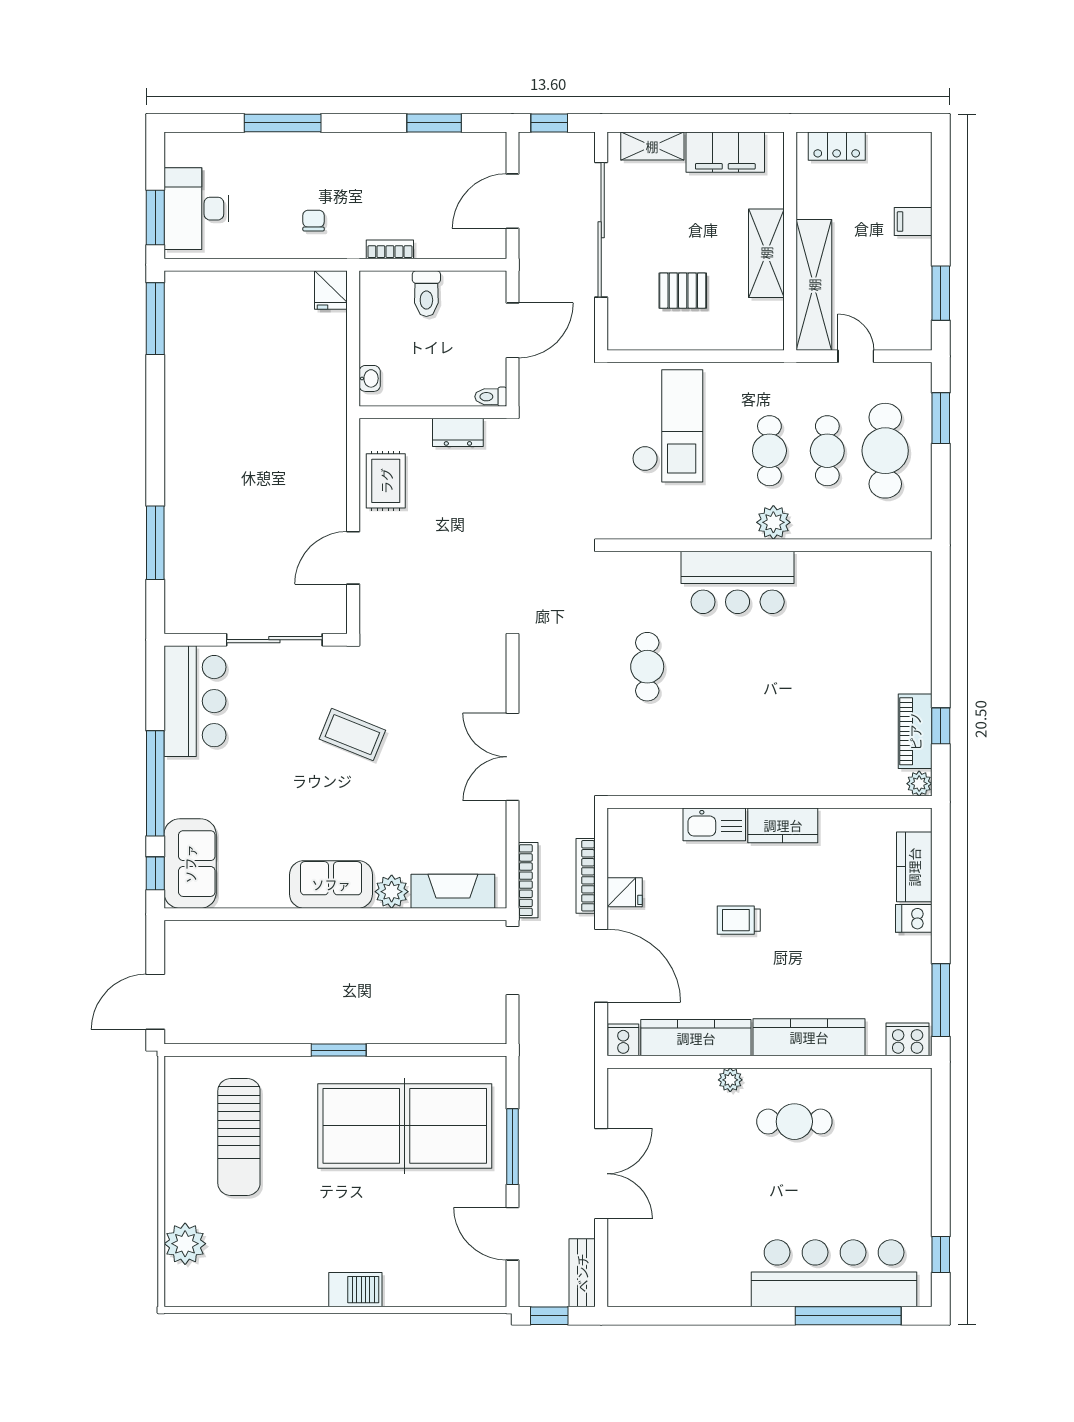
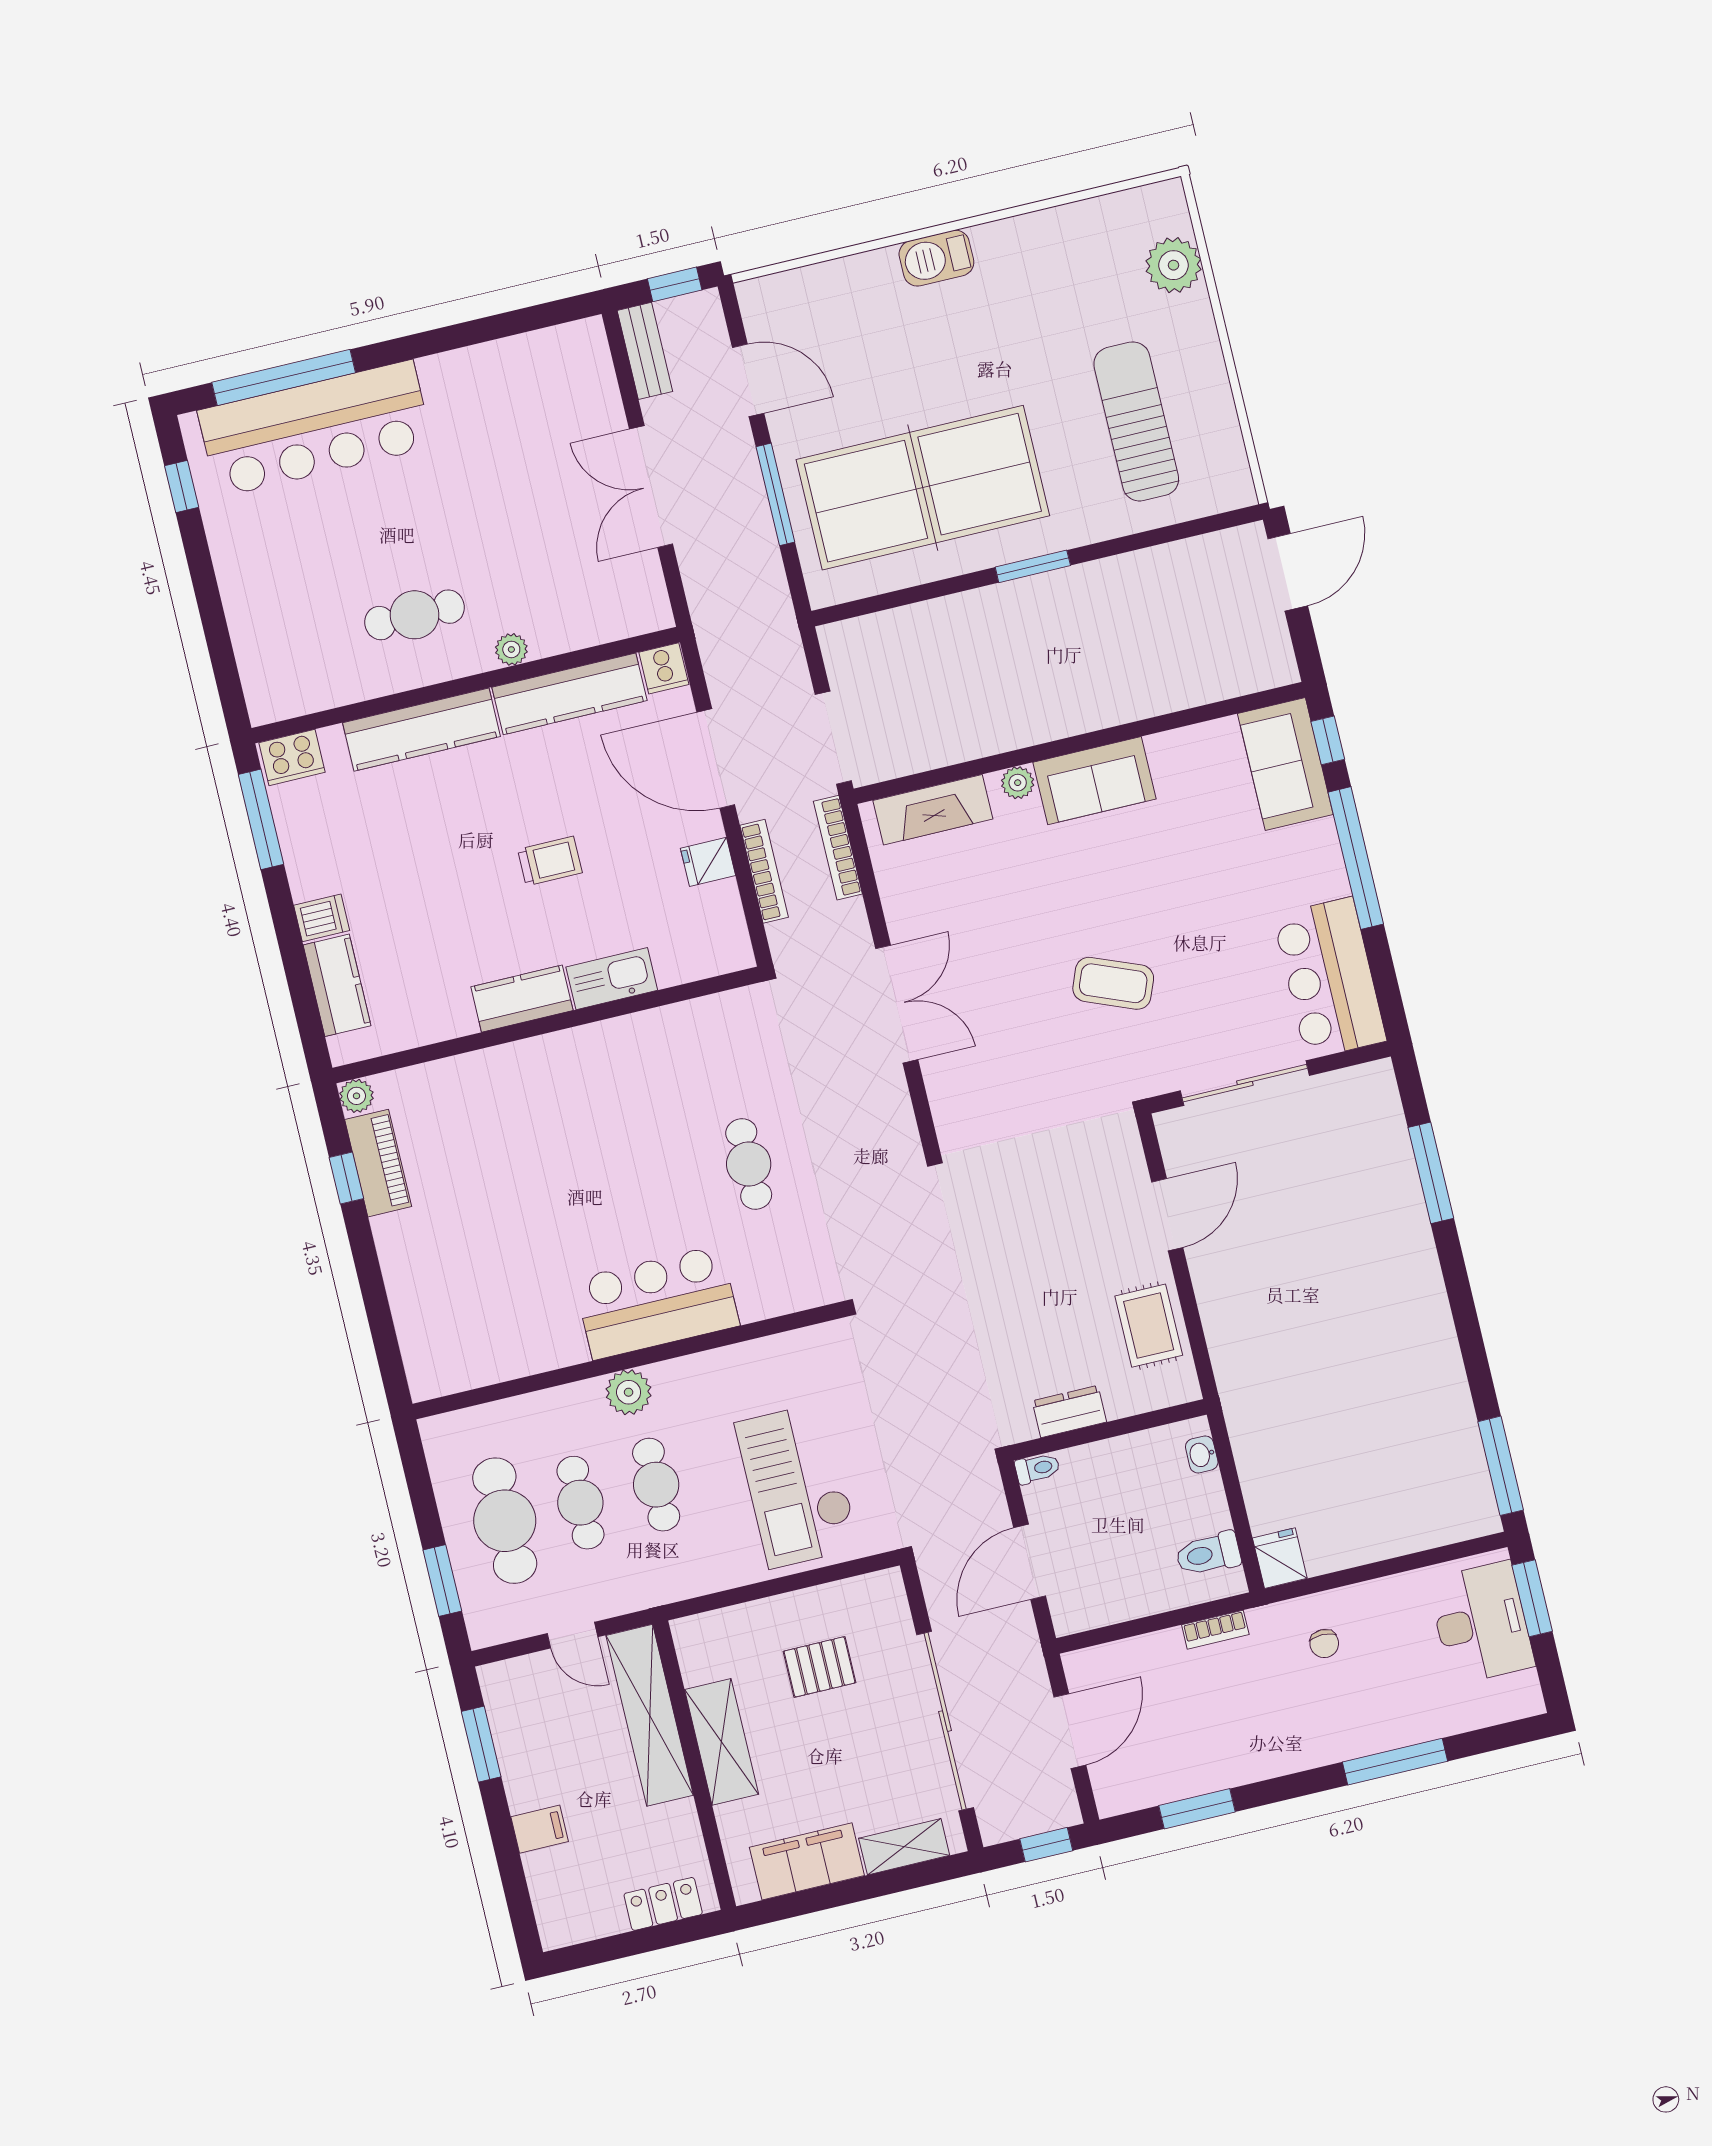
toilet: (426, 294) -> (1208, 1554), moved, turned -90
plant: (392, 892) -> (1018, 783), width x0.73, depth x0.73

